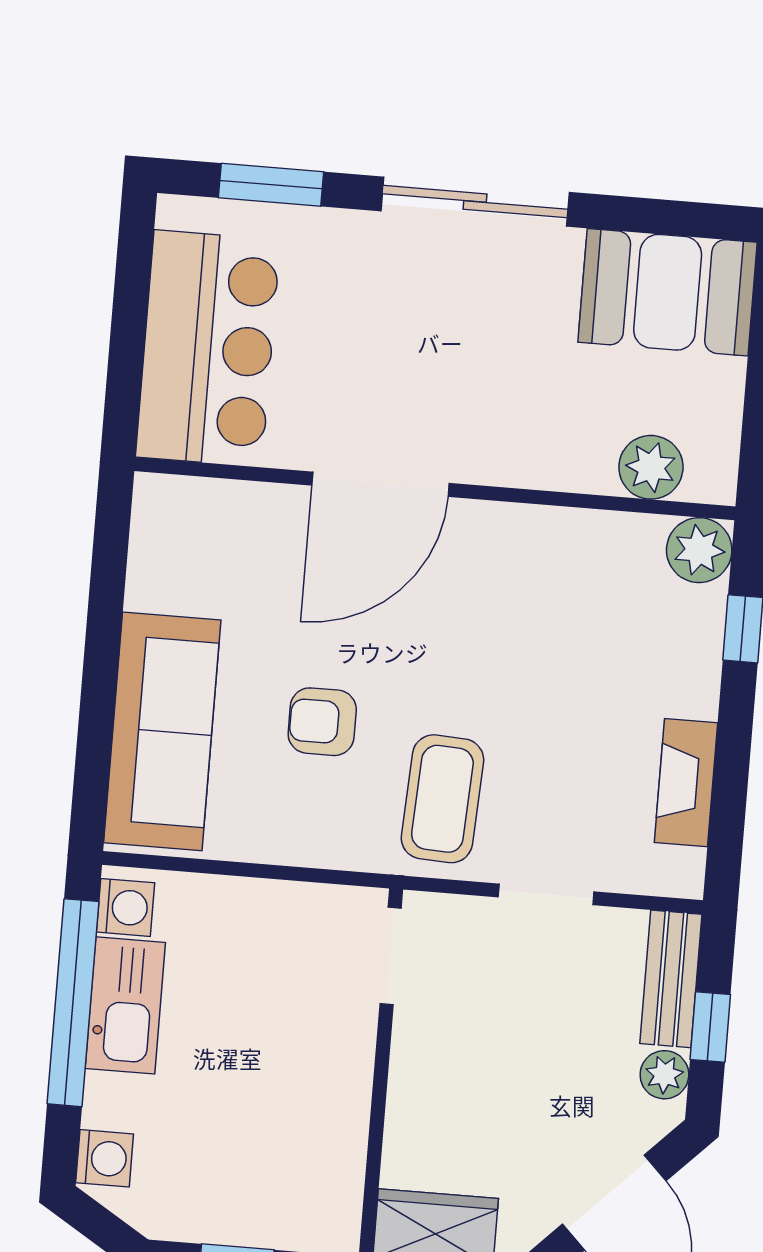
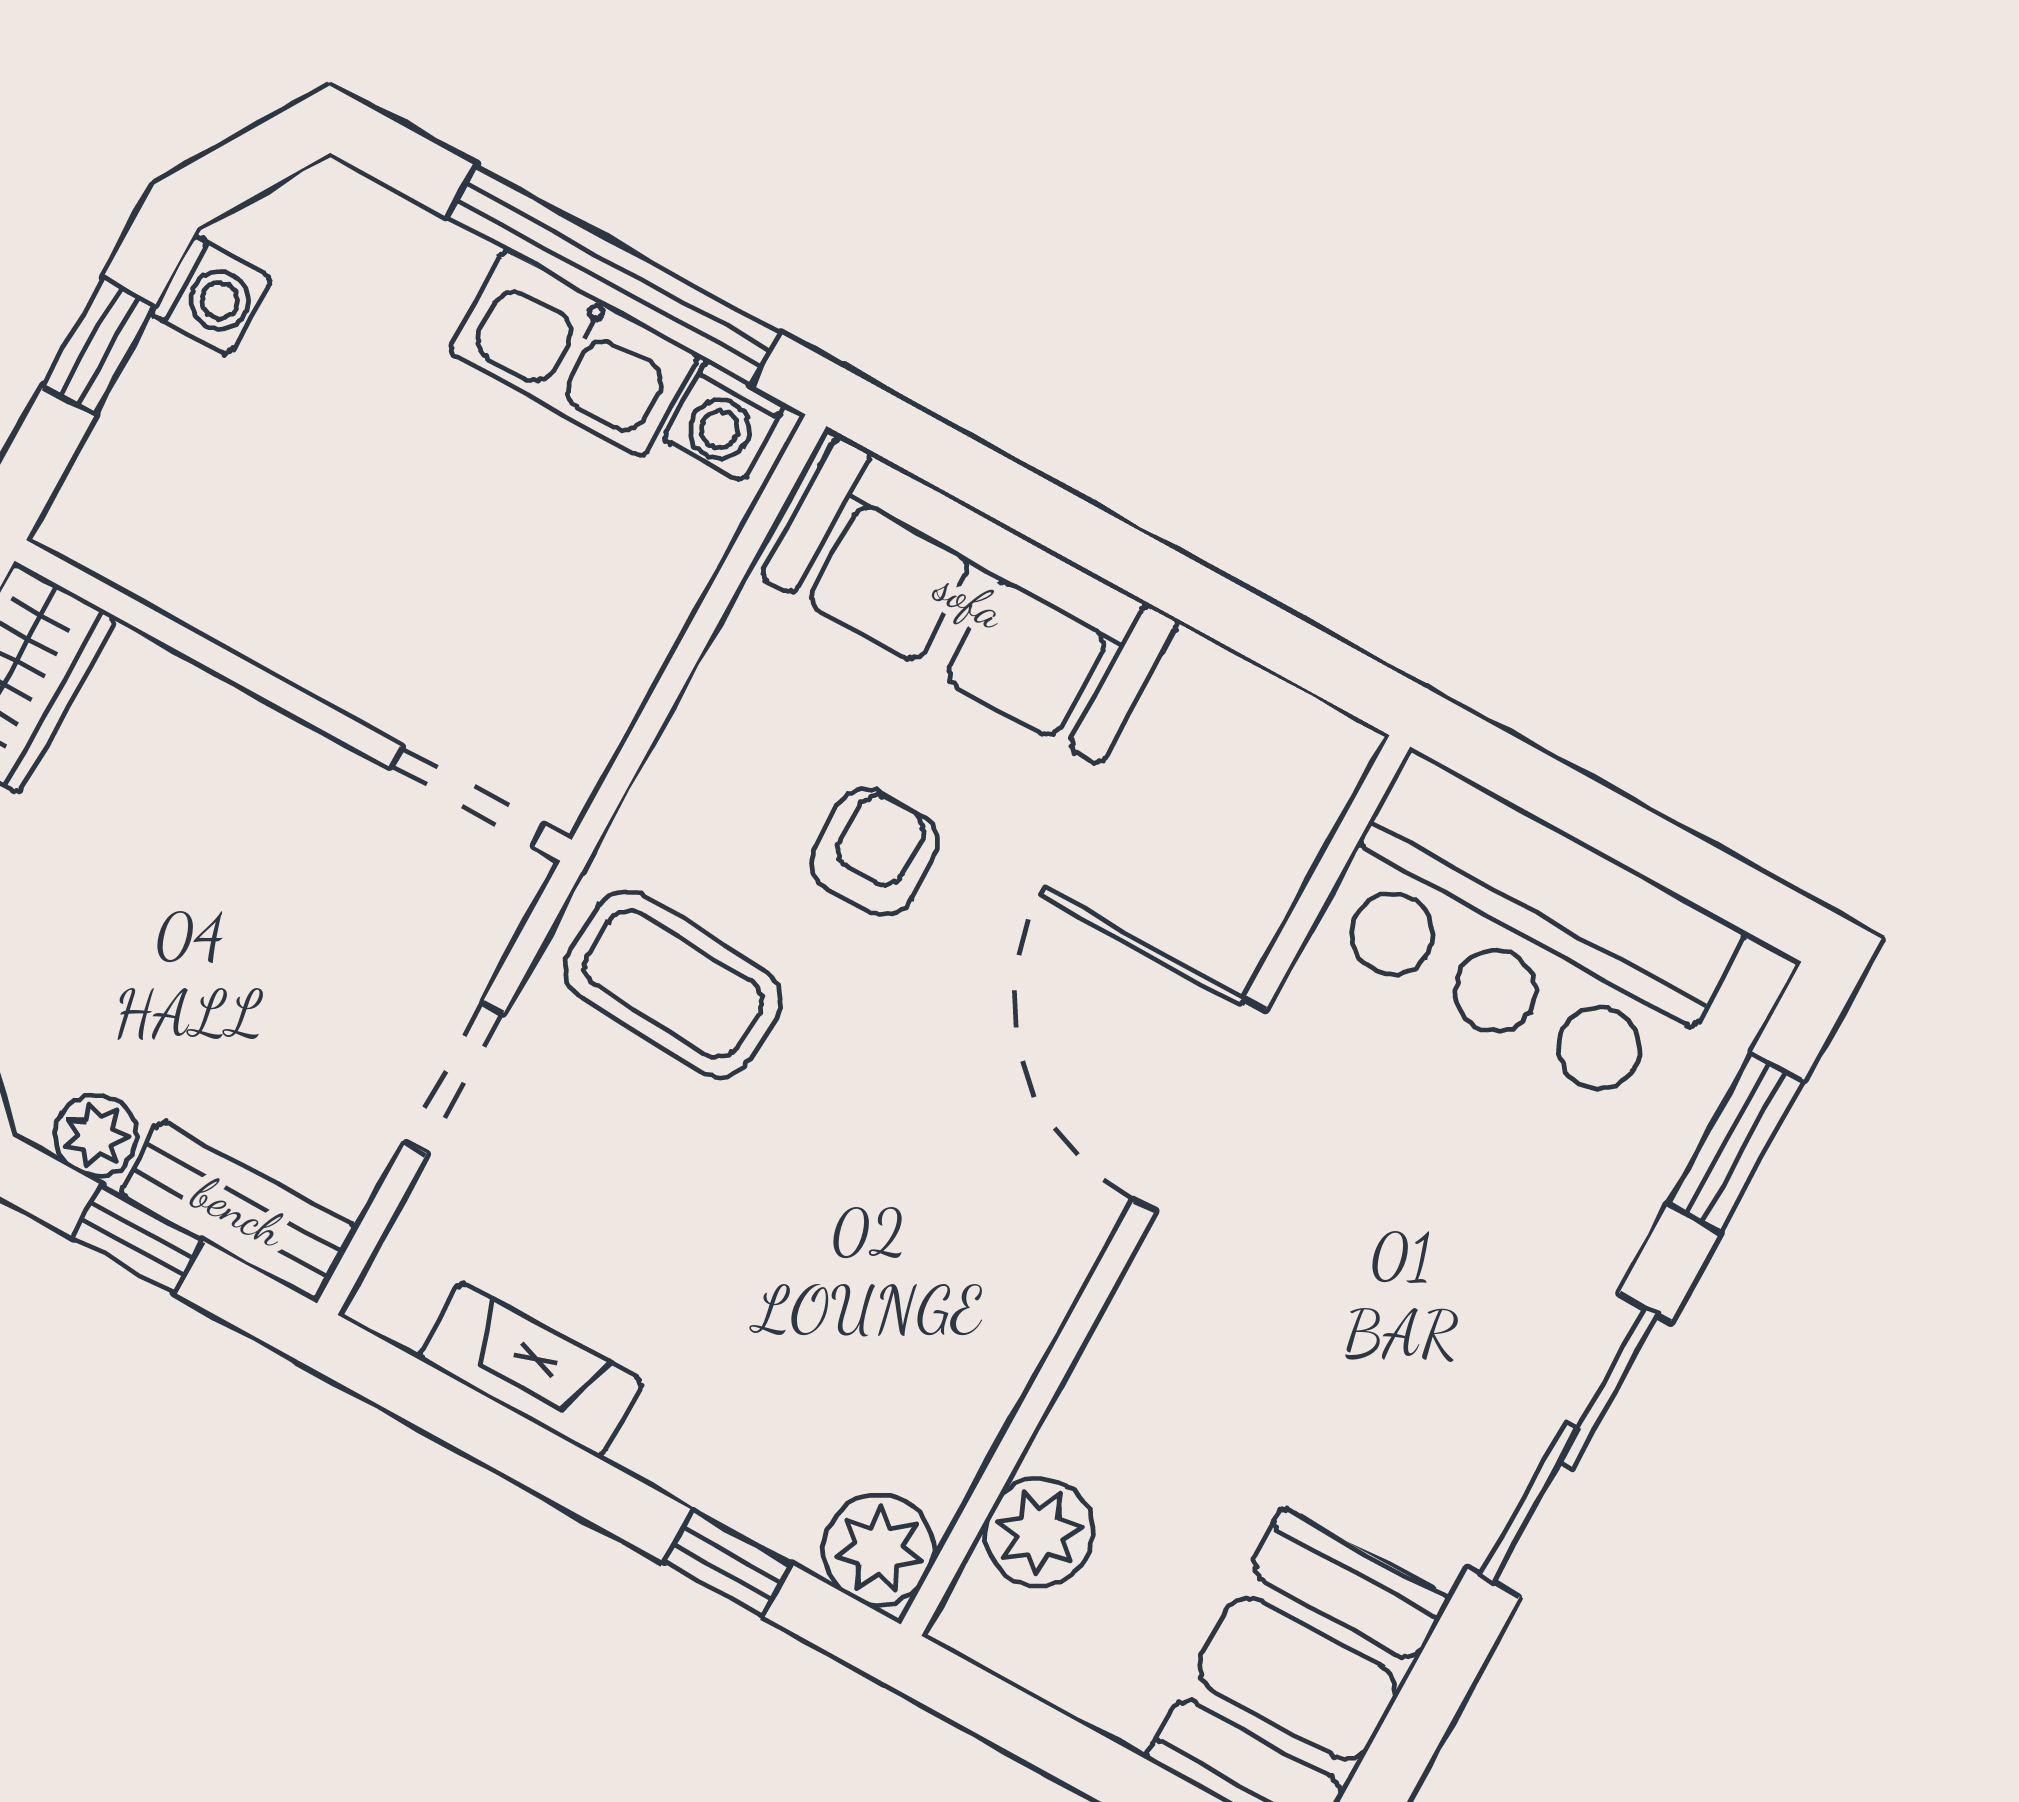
washing machine: (105, 1158) -> (212, 296), moved, turned -90

